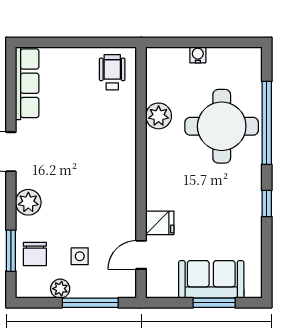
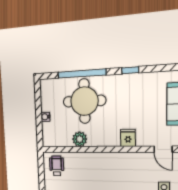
wheelchair: (112, 72) -> (57, 166), turned 90
fridge: (160, 223) -> (128, 138), moved

